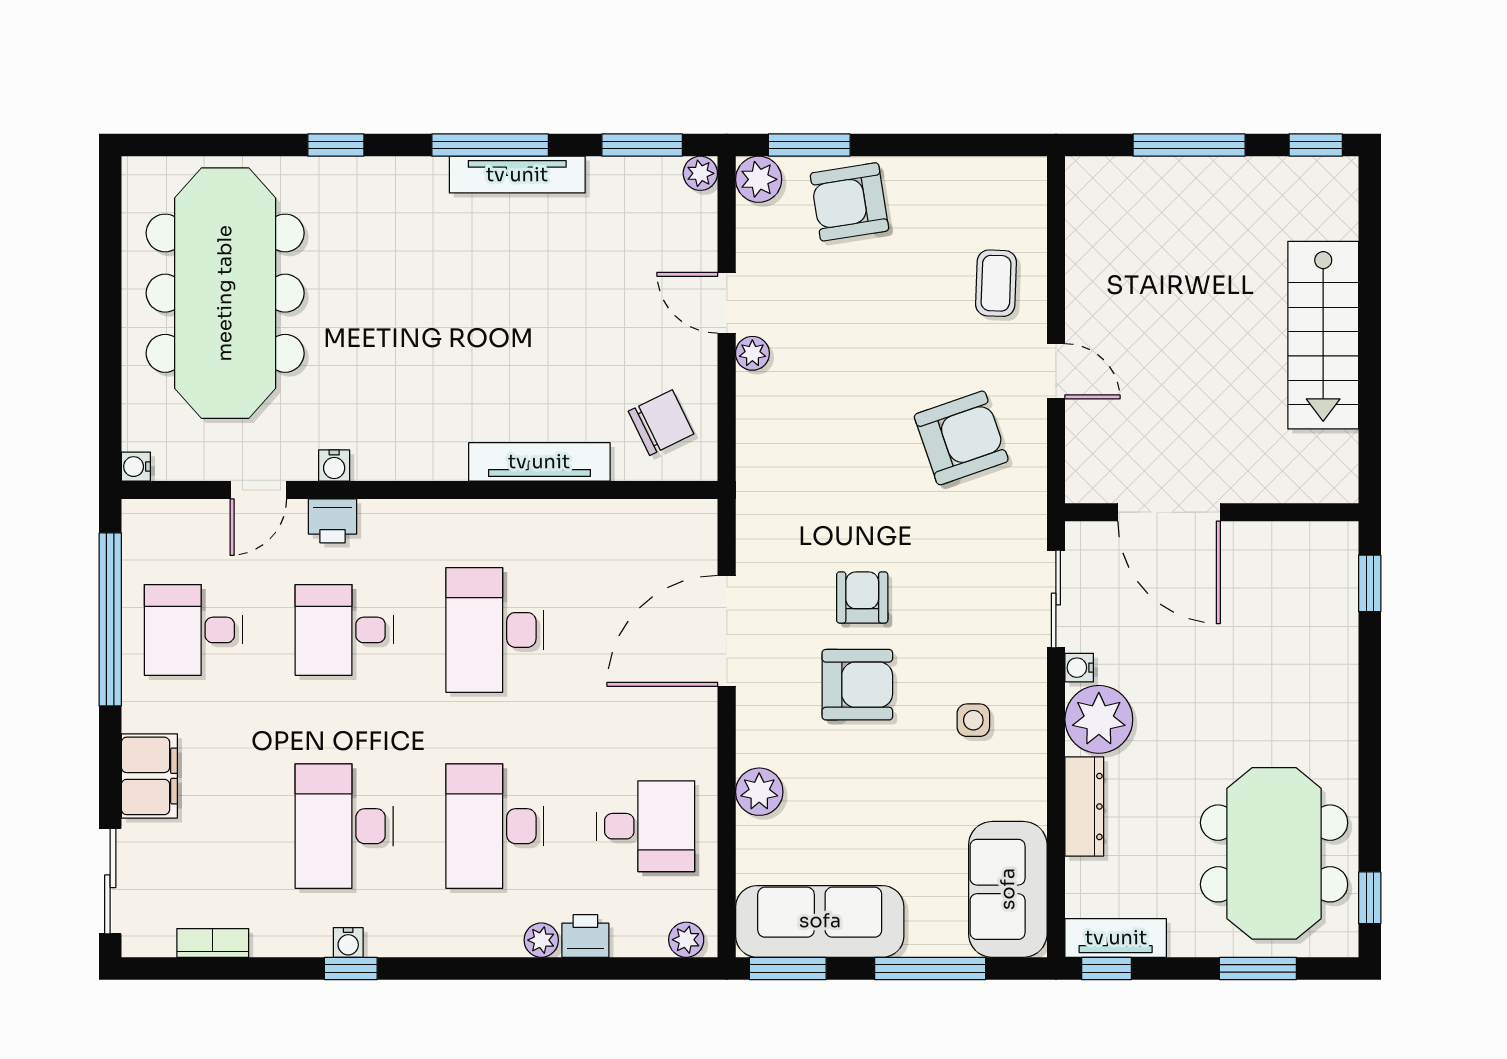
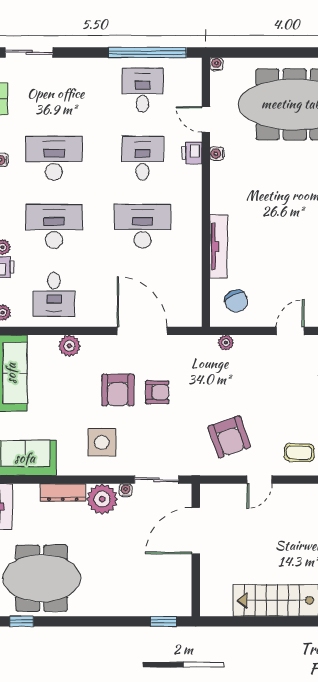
plant: (752, 353) -> (226, 343), moved
side table: (973, 720) -> (102, 442), width x1.87, depth x1.87
filing cabinet: (149, 776) -> (77, 70), removed

